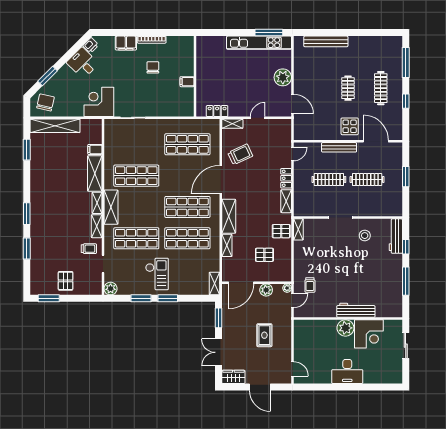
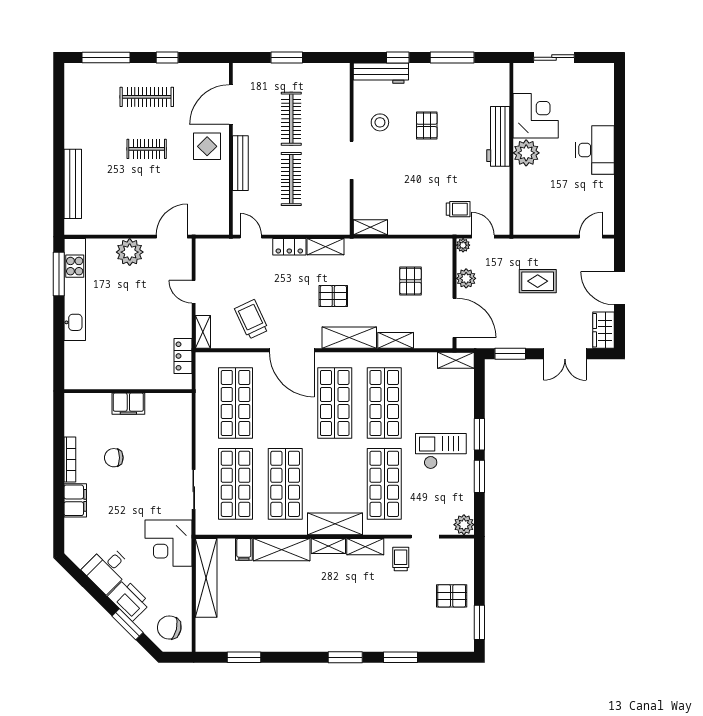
printer: (91, 45) -> (129, 600), moved, width x1.87, depth x1.48
filing cabinet: (187, 82) -> (128, 404), width x2.00
shelving: (55, 126) -> (206, 578), moved
shop shelf: (136, 144) -> (236, 484), added
pallet: (281, 231) -> (333, 296), moved, turned 90
pallet: (363, 265) -> (427, 125), added
door: (260, 387) -> (620, 288), swing flipped

